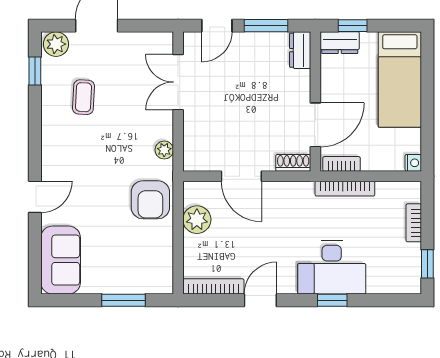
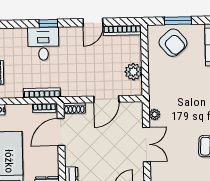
double door: (178, 82) -> (147, 145), moved
door: (241, 176) -> (106, 99), swing flipped
armchair: (150, 200) -> (173, 43), moved, turned 139
desk: (332, 268) -> (43, 44), width x0.73

